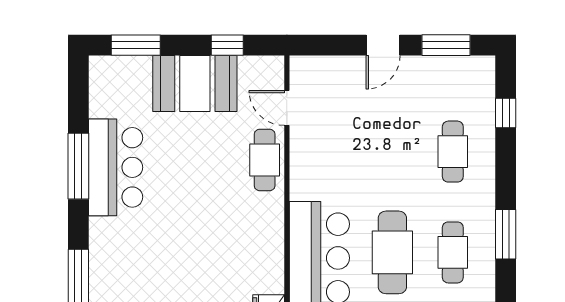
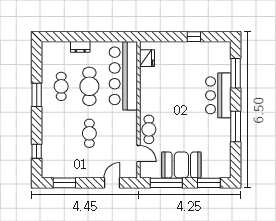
window: (227, 45) -> (166, 183), width x2.17
door: (383, 45) -> (112, 183), moved
cafe table: (453, 152) -> (89, 133), moved
bar counter: (116, 167) -> (218, 95), moved

